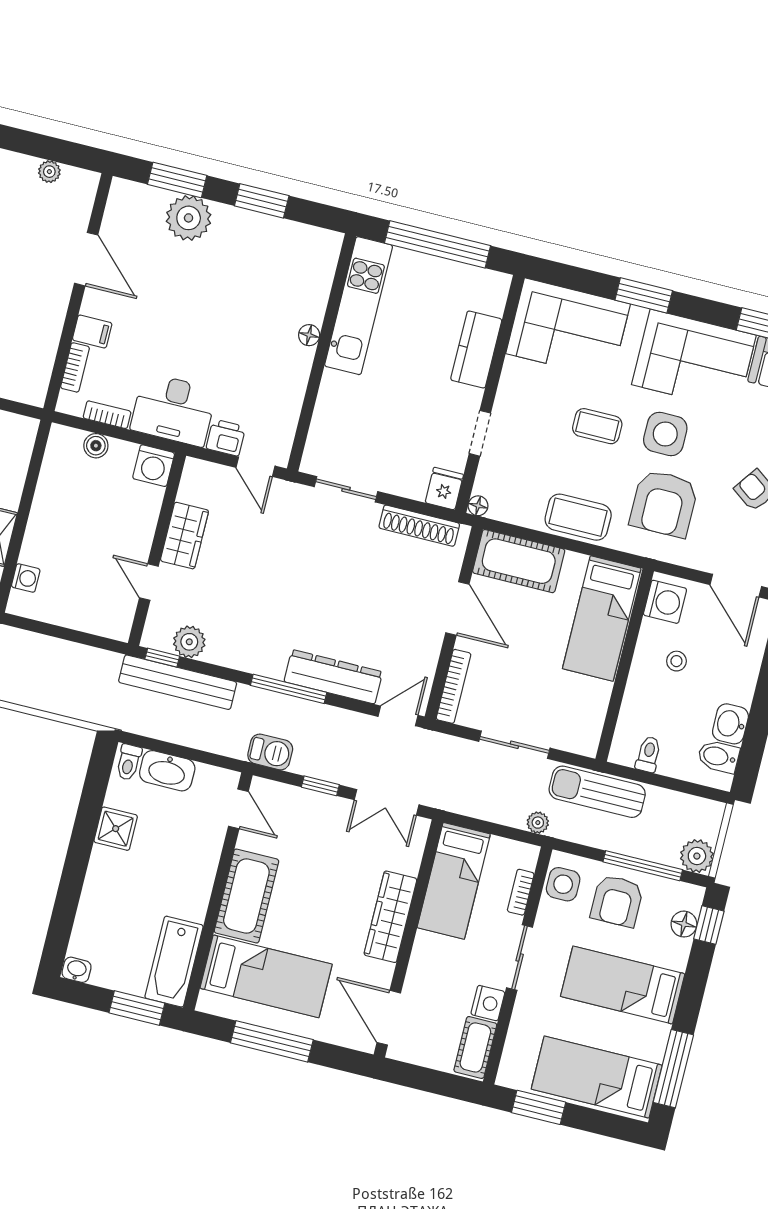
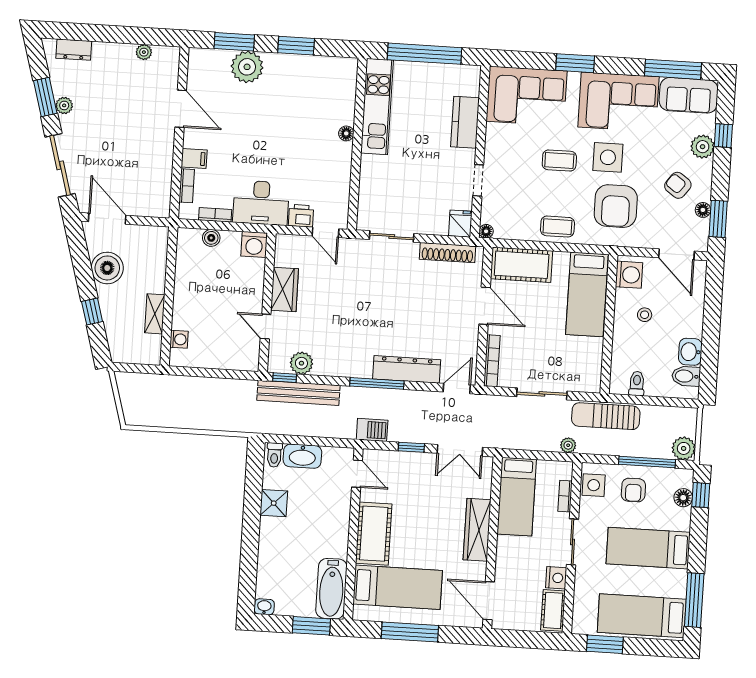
coffee table: (578, 517) -> (557, 227), width x0.73, depth x0.77
armchair: (617, 901) -> (633, 490), width x0.72, depth x0.72

